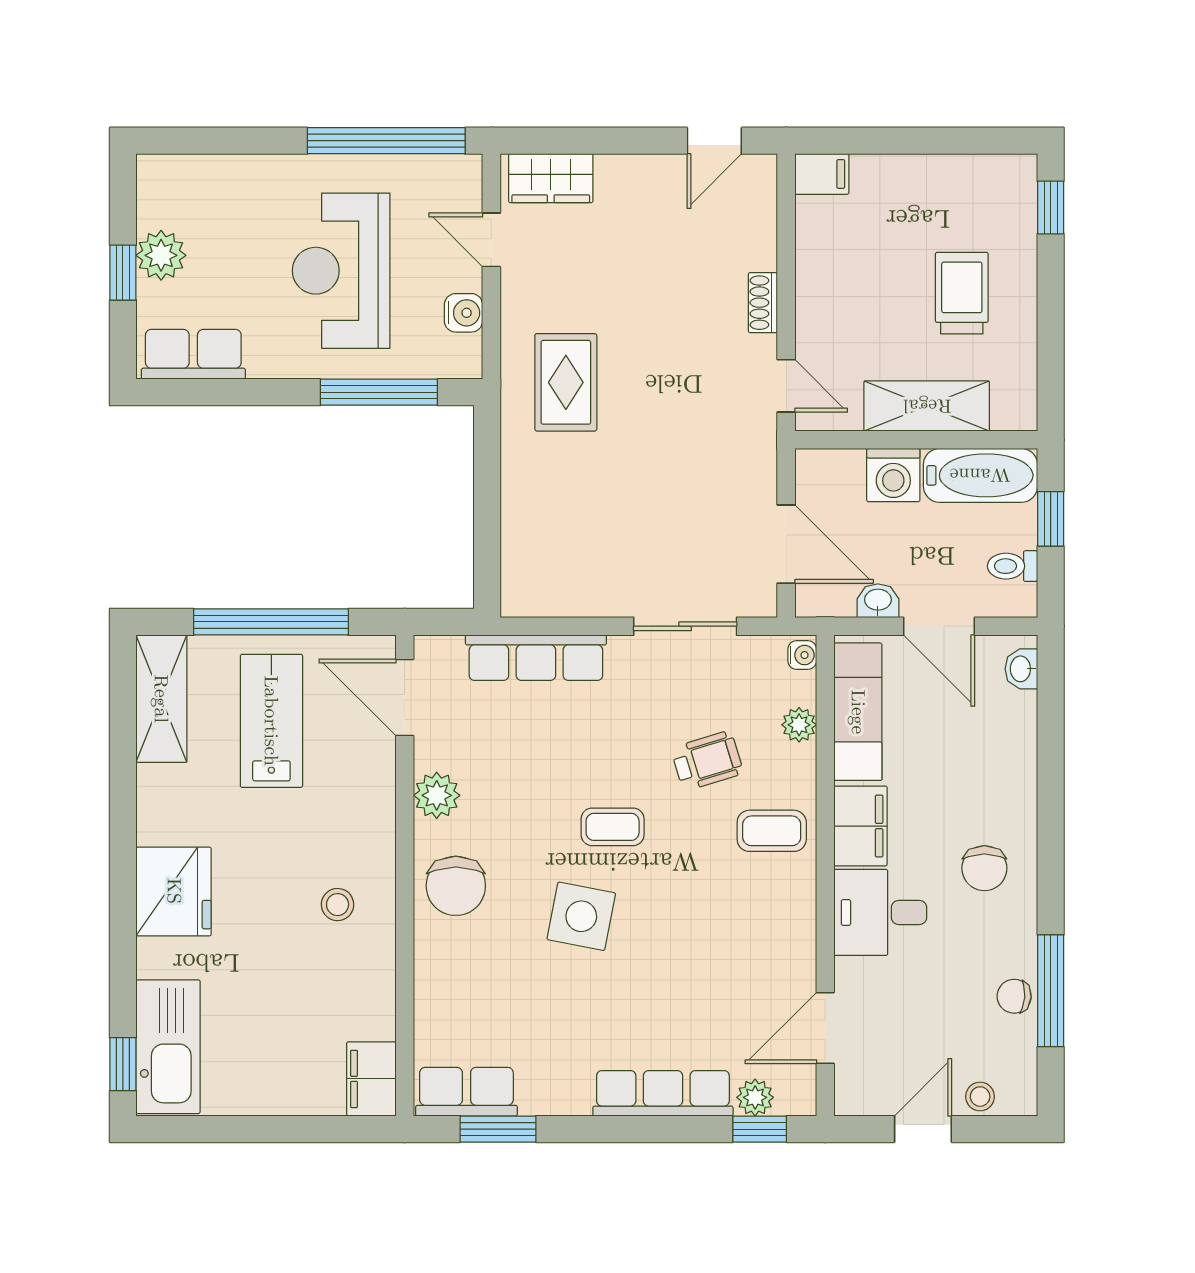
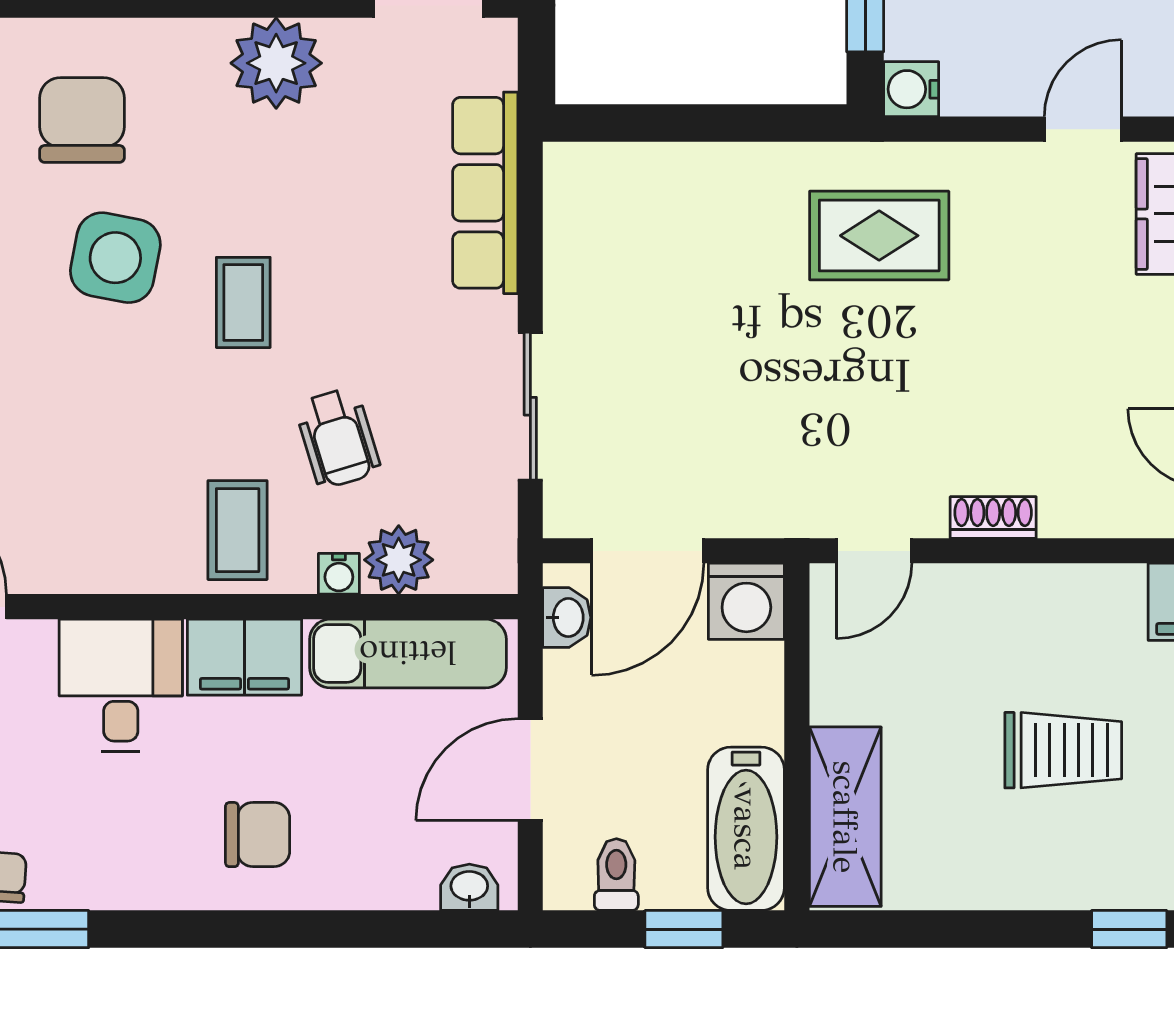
trolley: (962, 293) -> (1063, 750), moved
water cooler: (464, 313) -> (911, 89), moved, turned 90
shelving: (927, 406) -> (845, 817), moved
washing machine: (893, 475) -> (746, 601), moved, turned -90
washbasin: (878, 601) -> (567, 618), moved
water cooler: (802, 655) -> (339, 574), moved
plant: (799, 725) -> (399, 560), width x1.38, depth x1.38
plant: (437, 795) -> (276, 63), width x1.36, depth x1.36
chair: (984, 868) -> (258, 835), moved, turned 180
chair: (456, 886) -> (82, 120), moved, turned 90

